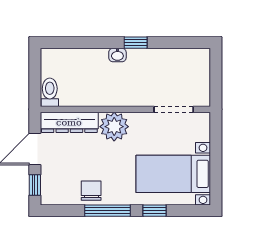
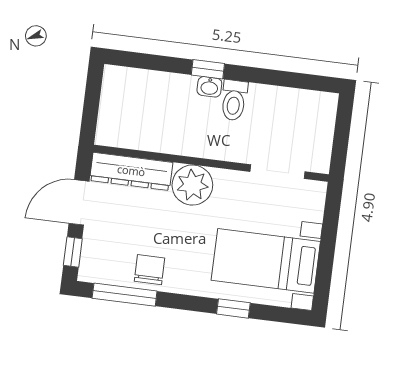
window: (136, 43) -> (208, 69), moved
toilet: (50, 92) -> (234, 100), moved, turned 180
window: (107, 211) -> (125, 295), moved

